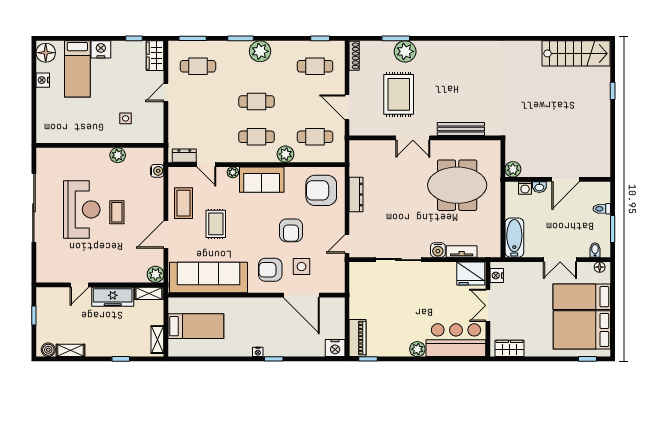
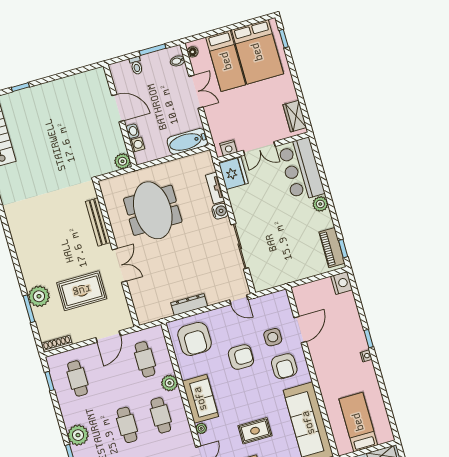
door: (301, 295) -> (300, 330), width x0.73
piano: (358, 338) -> (332, 248), moved, turned -90

